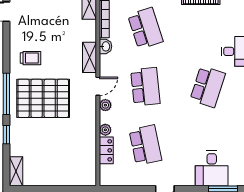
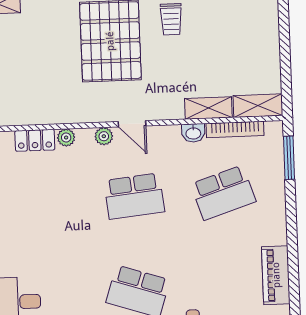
shelving: (90, 57) -> (208, 108), moved
school desk: (145, 145) -> (45, 200), removed

